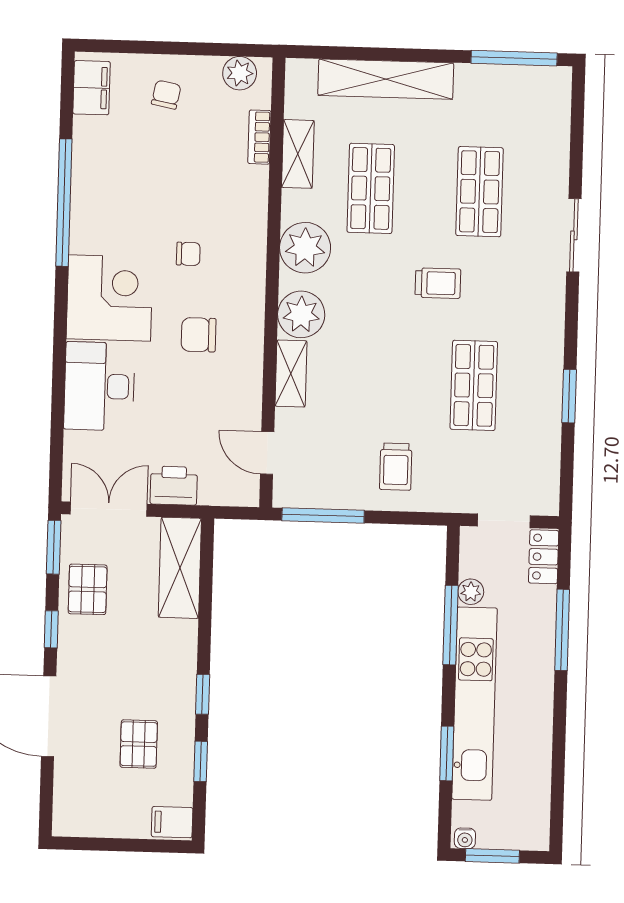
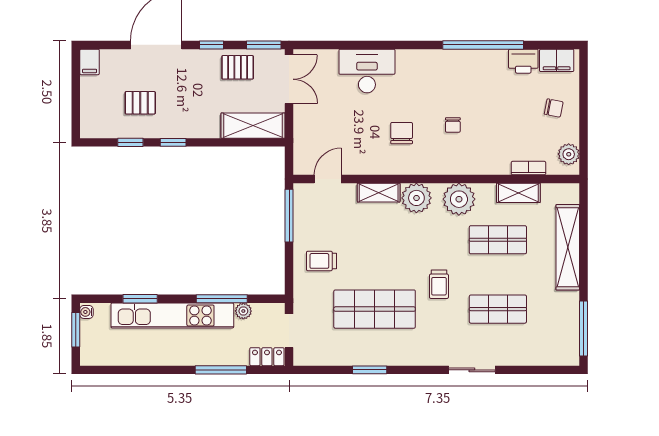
corner desk: (110, 298) -> (423, 76), removed
shop shelf: (474, 385) -> (375, 309), width x1.43, depth x1.36
printer: (174, 486) -> (523, 61), moved, turned 90
filing cabinet: (172, 822) -> (90, 62), moved, turned 180

